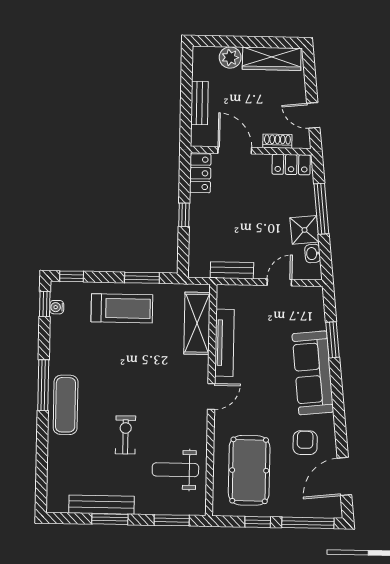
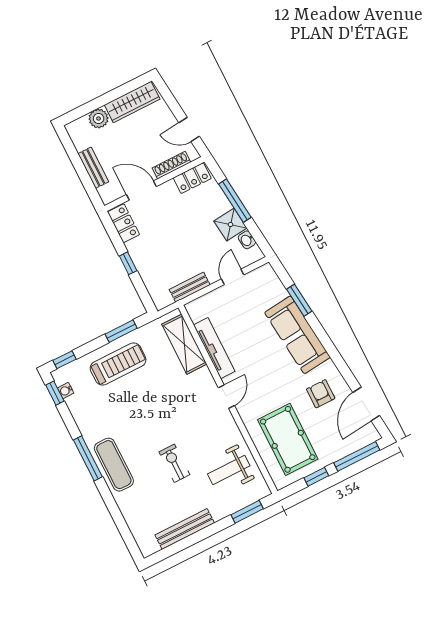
shoe rack: (277, 141) -> (171, 165), width x1.43
window: (110, 519) -> (197, 537), removed

